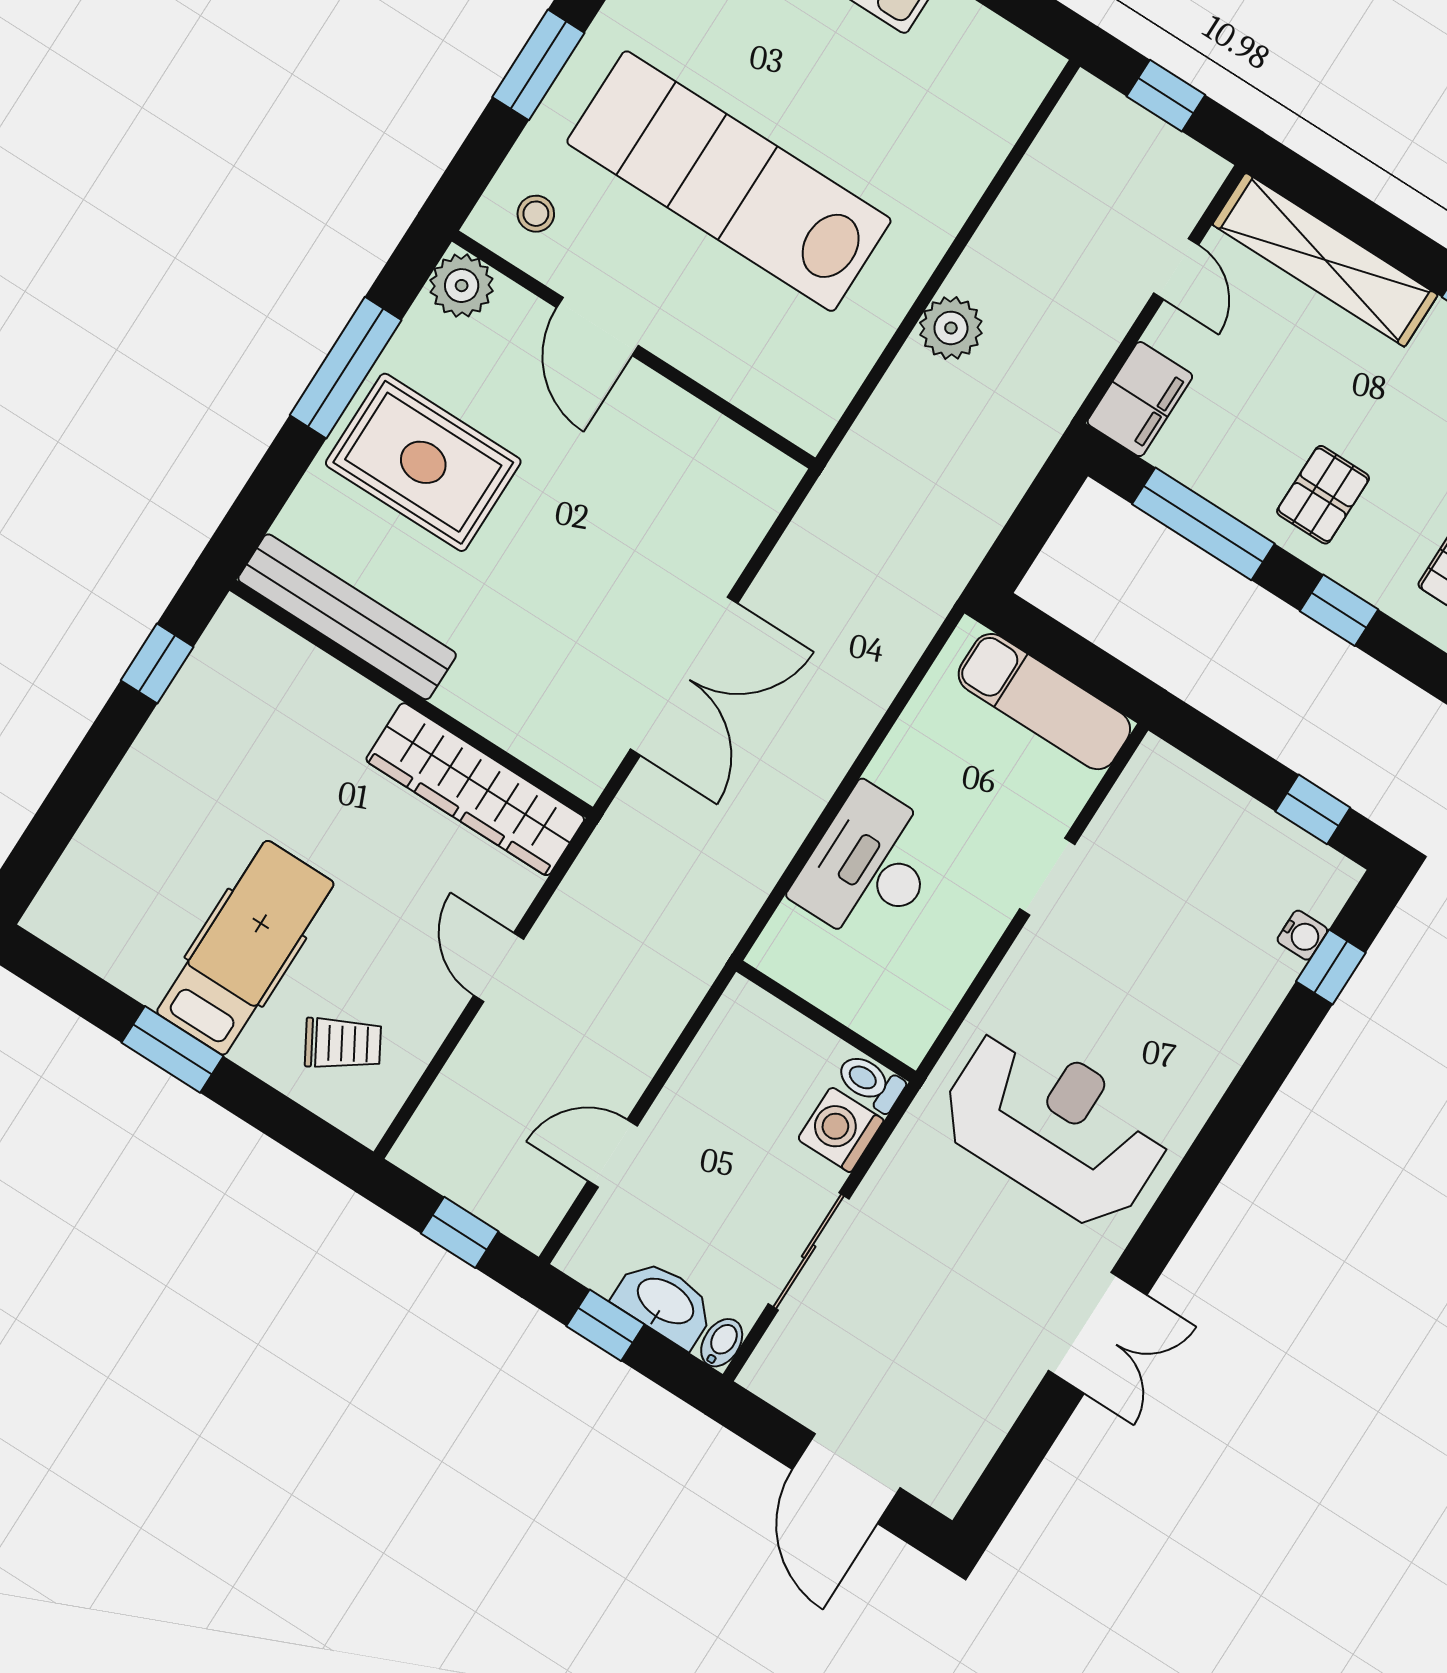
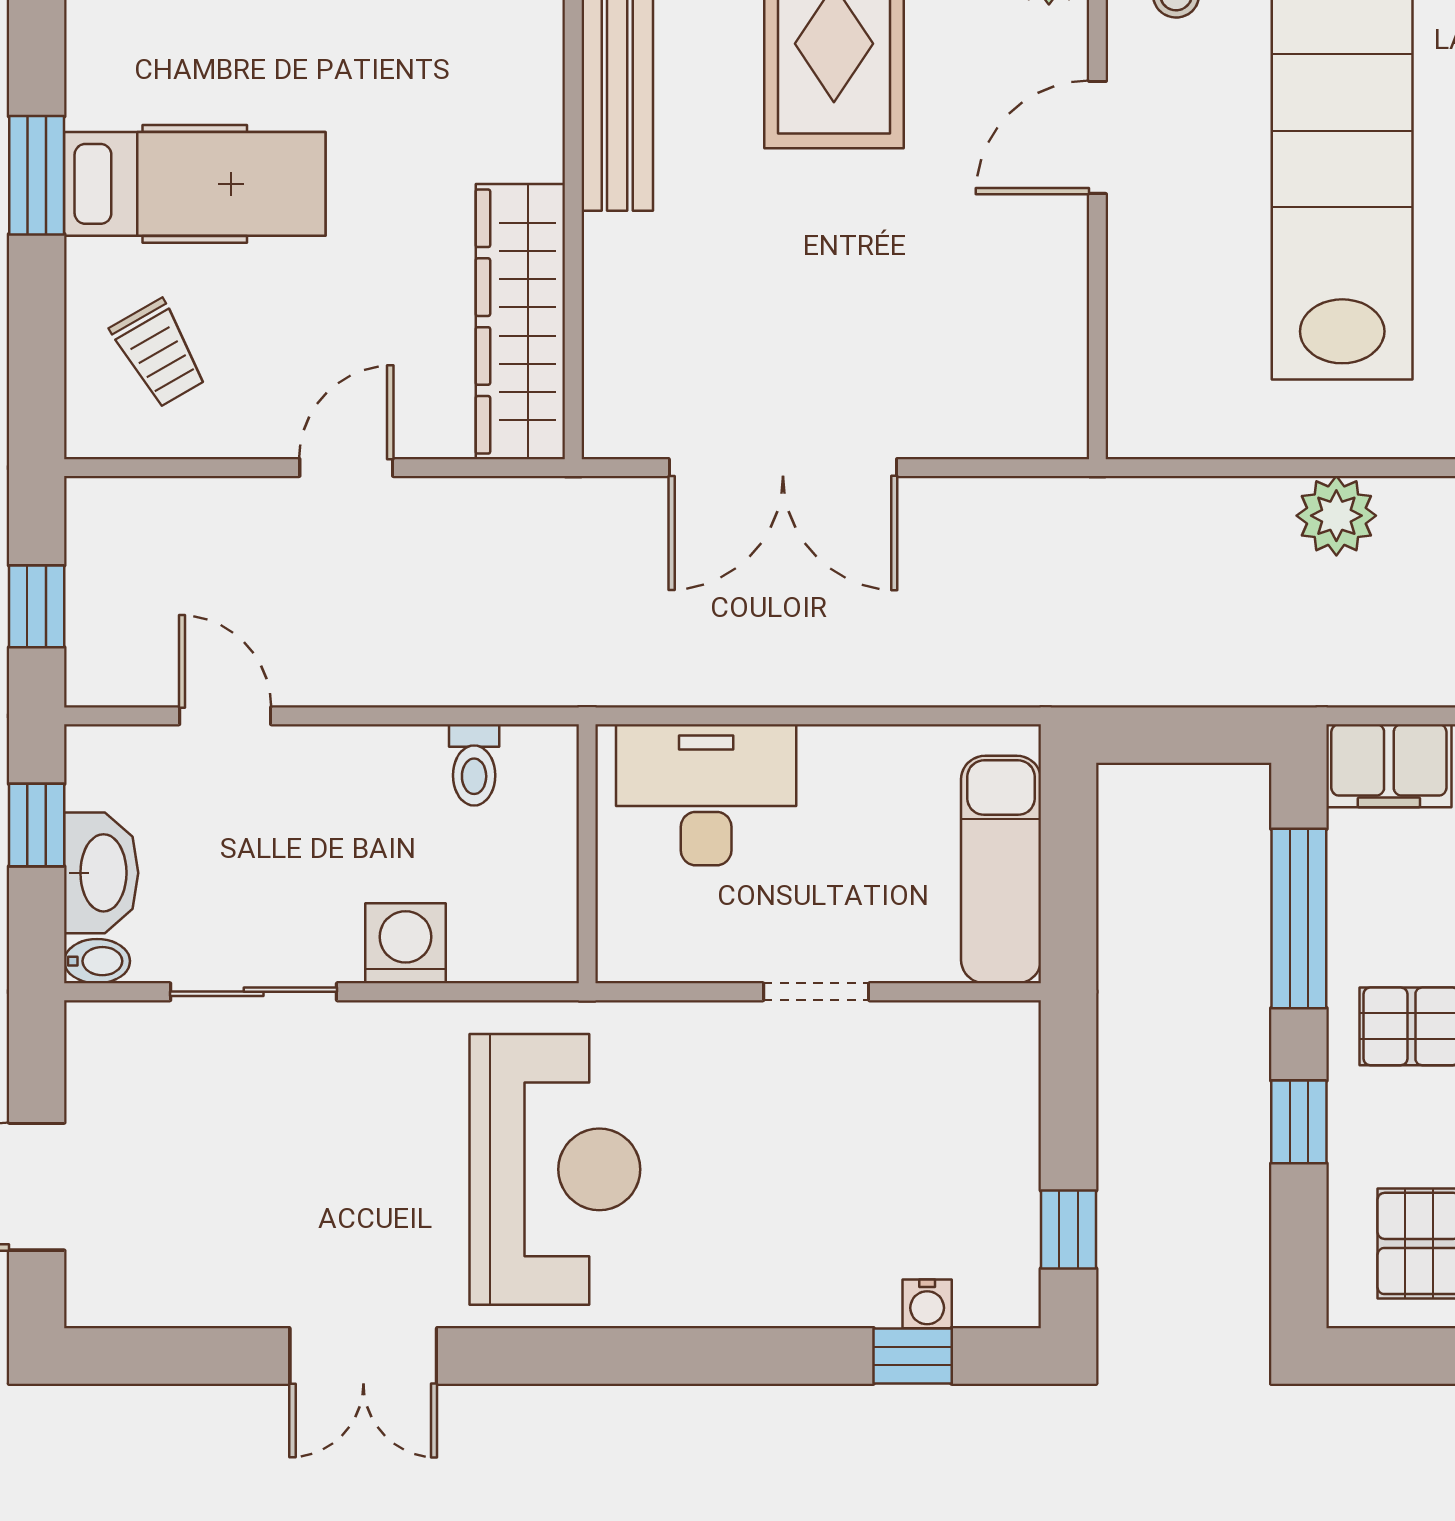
wall: (826, 1021) -> (587, 854), moved
toilet: (870, 1082) -> (474, 765), moved, turned 180

